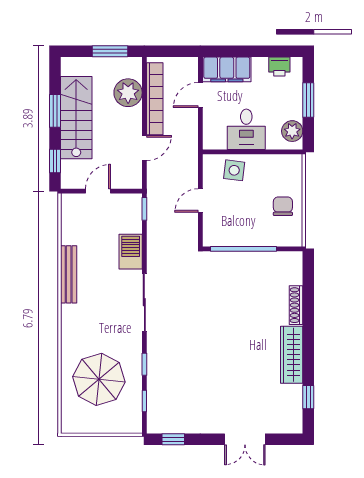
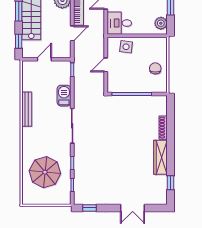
desk: (246, 129) -> (119, 23), moved, turned 90

